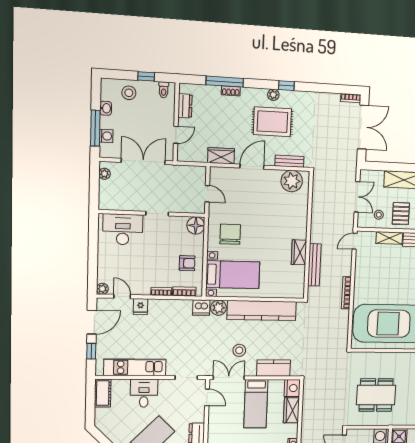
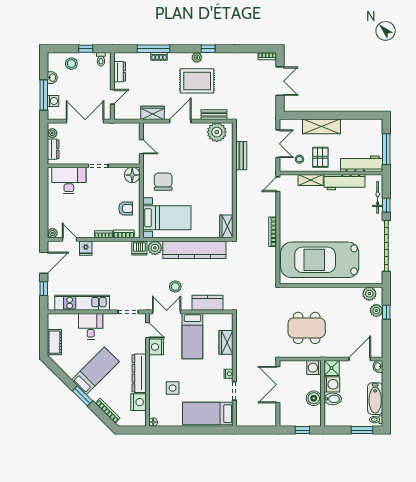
double door: (363, 127) -> (280, 81), width x0.73
dresser: (105, 192) -> (53, 149), added
wardrobe: (299, 252) -> (226, 226), moved
bench: (314, 265) -> (241, 156), moved, width x0.73
nightstand: (292, 388) -> (156, 347), moved, turned 180
cot: (103, 393) -> (54, 342), moved

